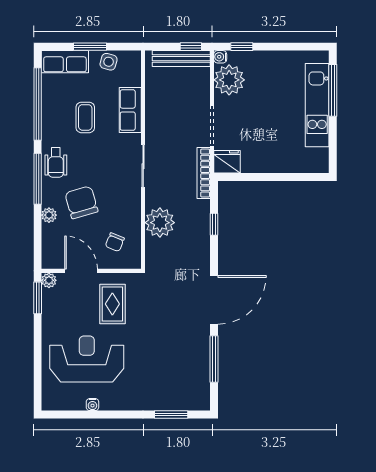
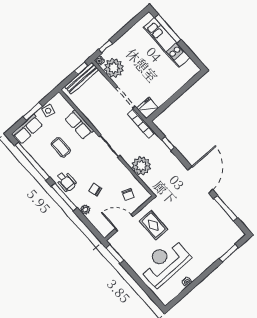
chair: (81, 202) -> (95, 190), width x0.54, depth x0.54
plant: (49, 280) -> (113, 241), removed

